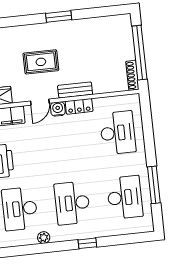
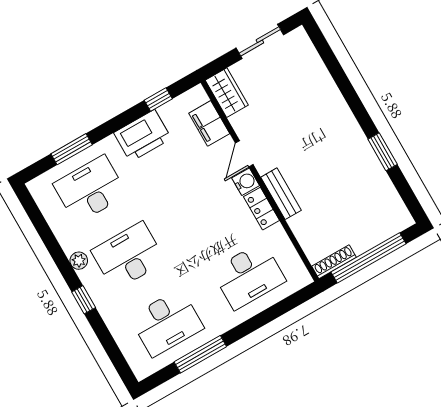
window: (59, 17) -> (383, 152), moved
rug: (41, 62) -> (299, 132), removed
door: (40, 102) -> (244, 154), hinge flipped
plant: (44, 238) -> (79, 261), moved

